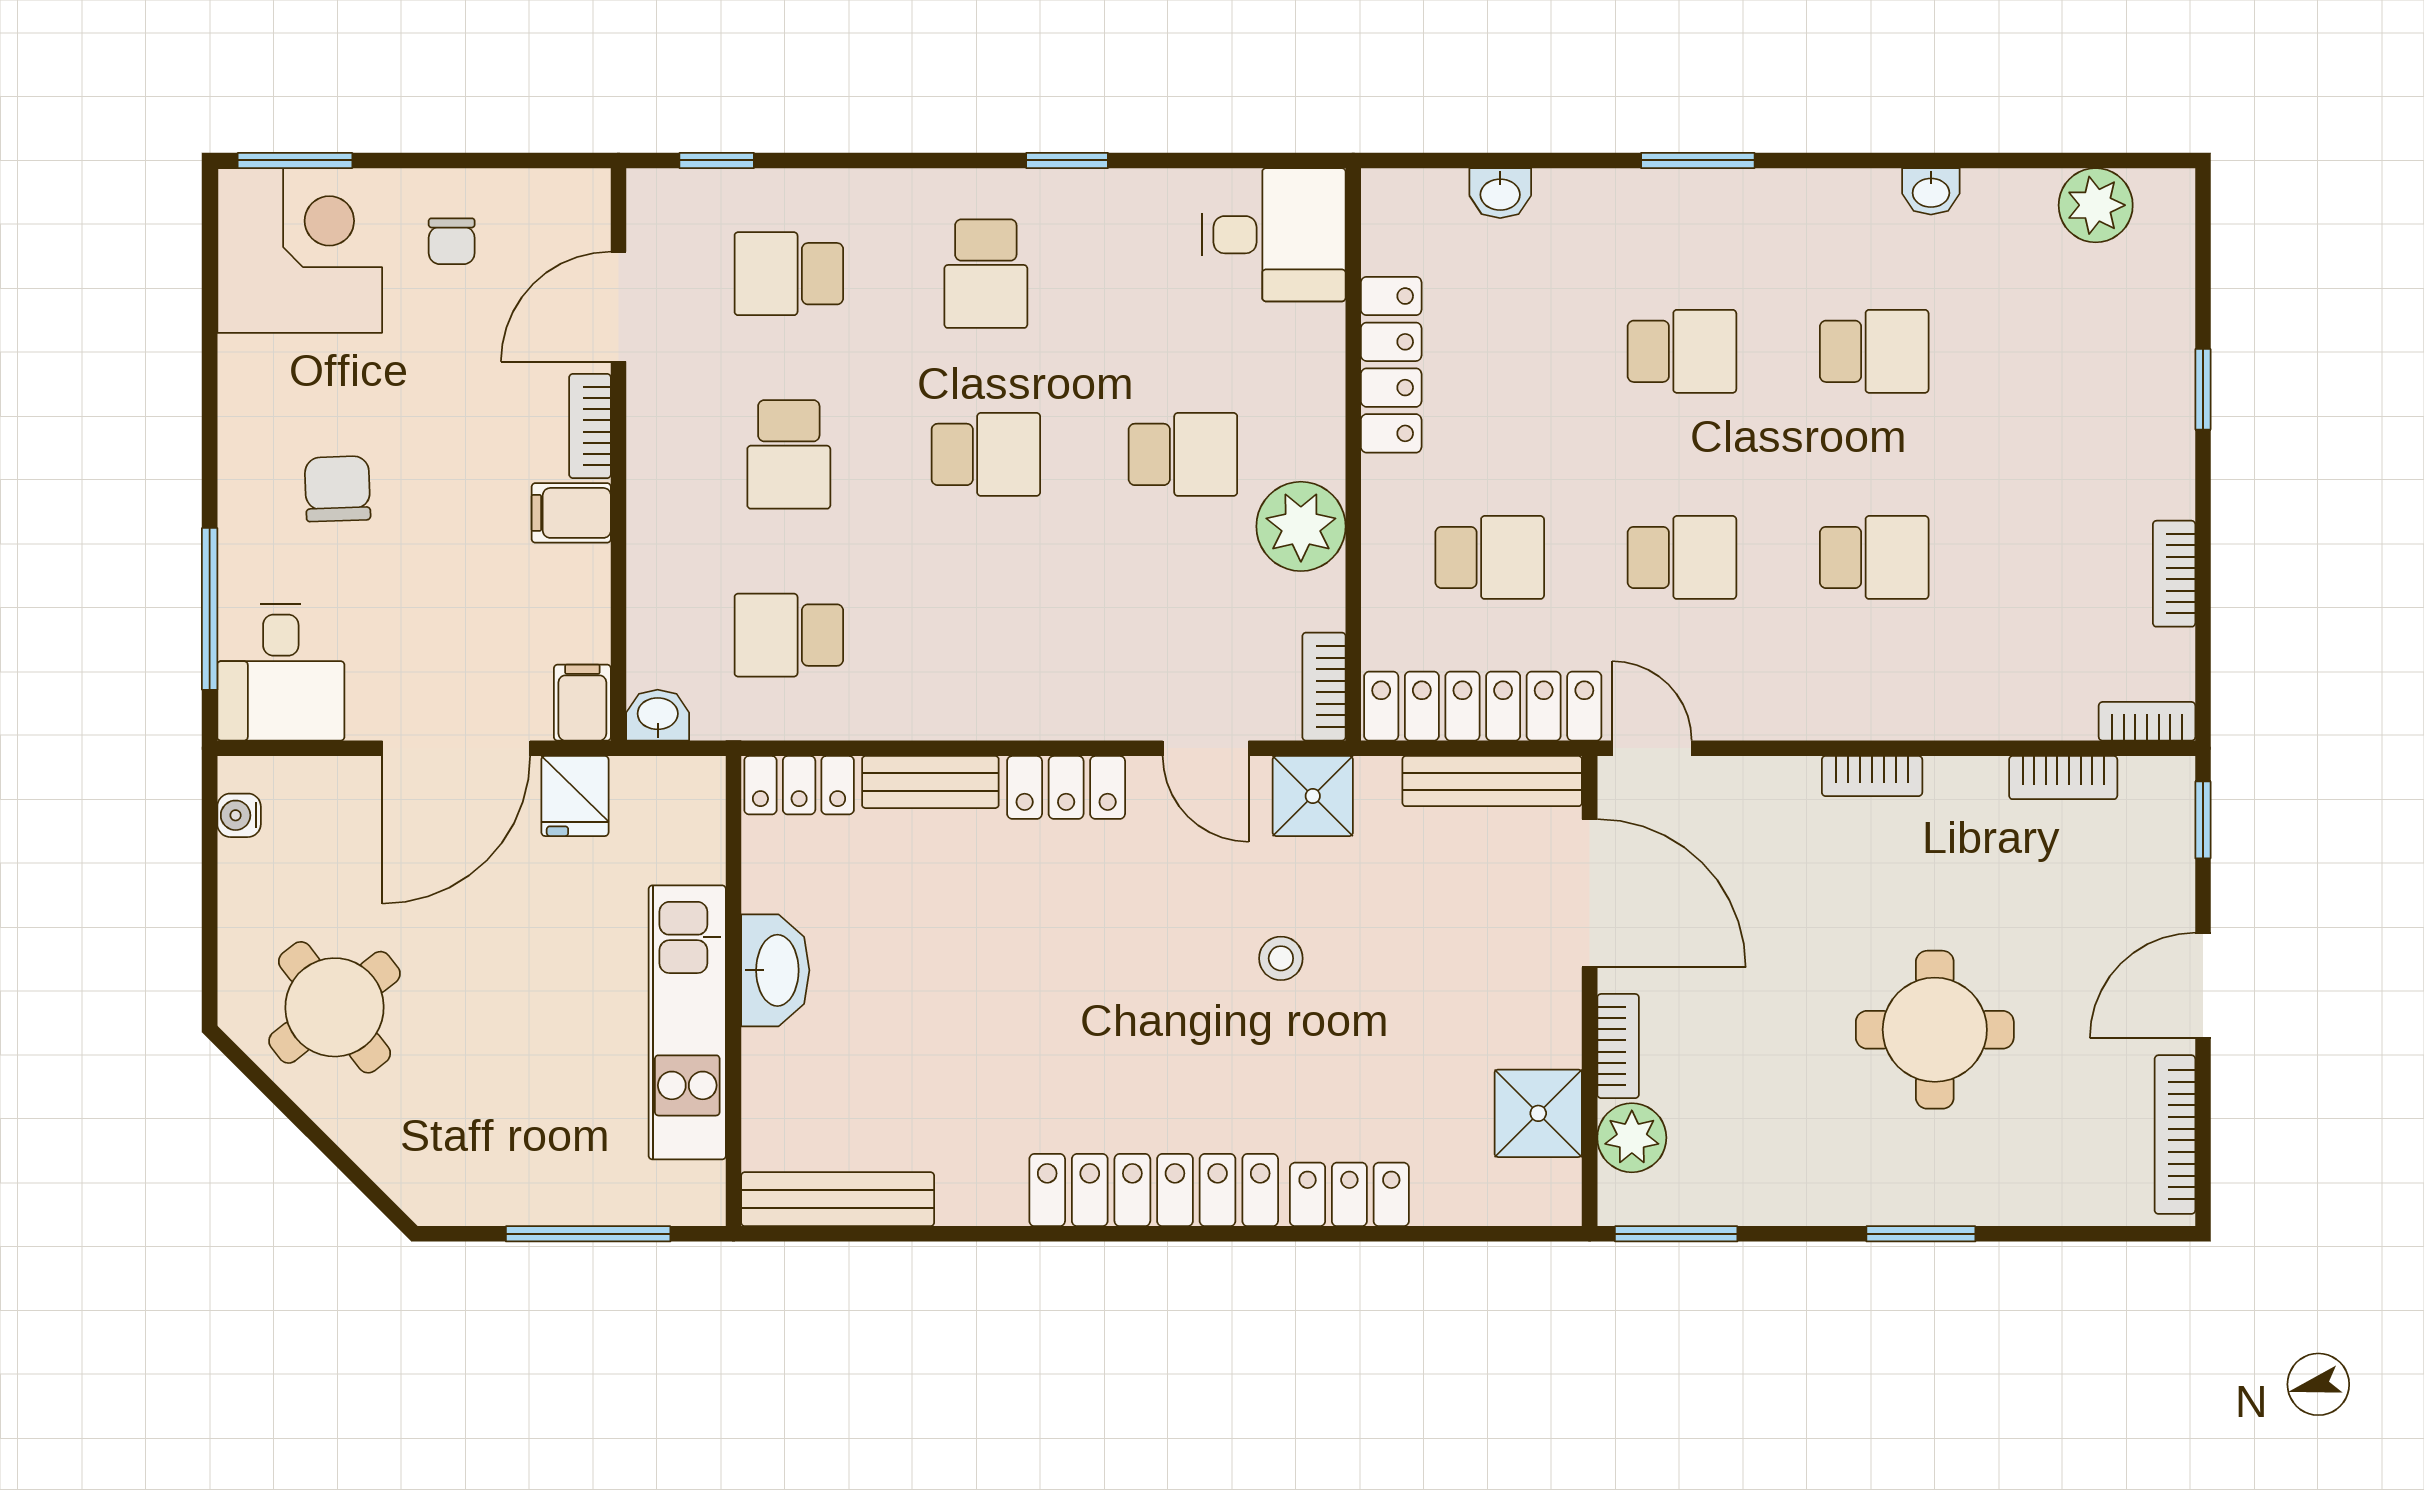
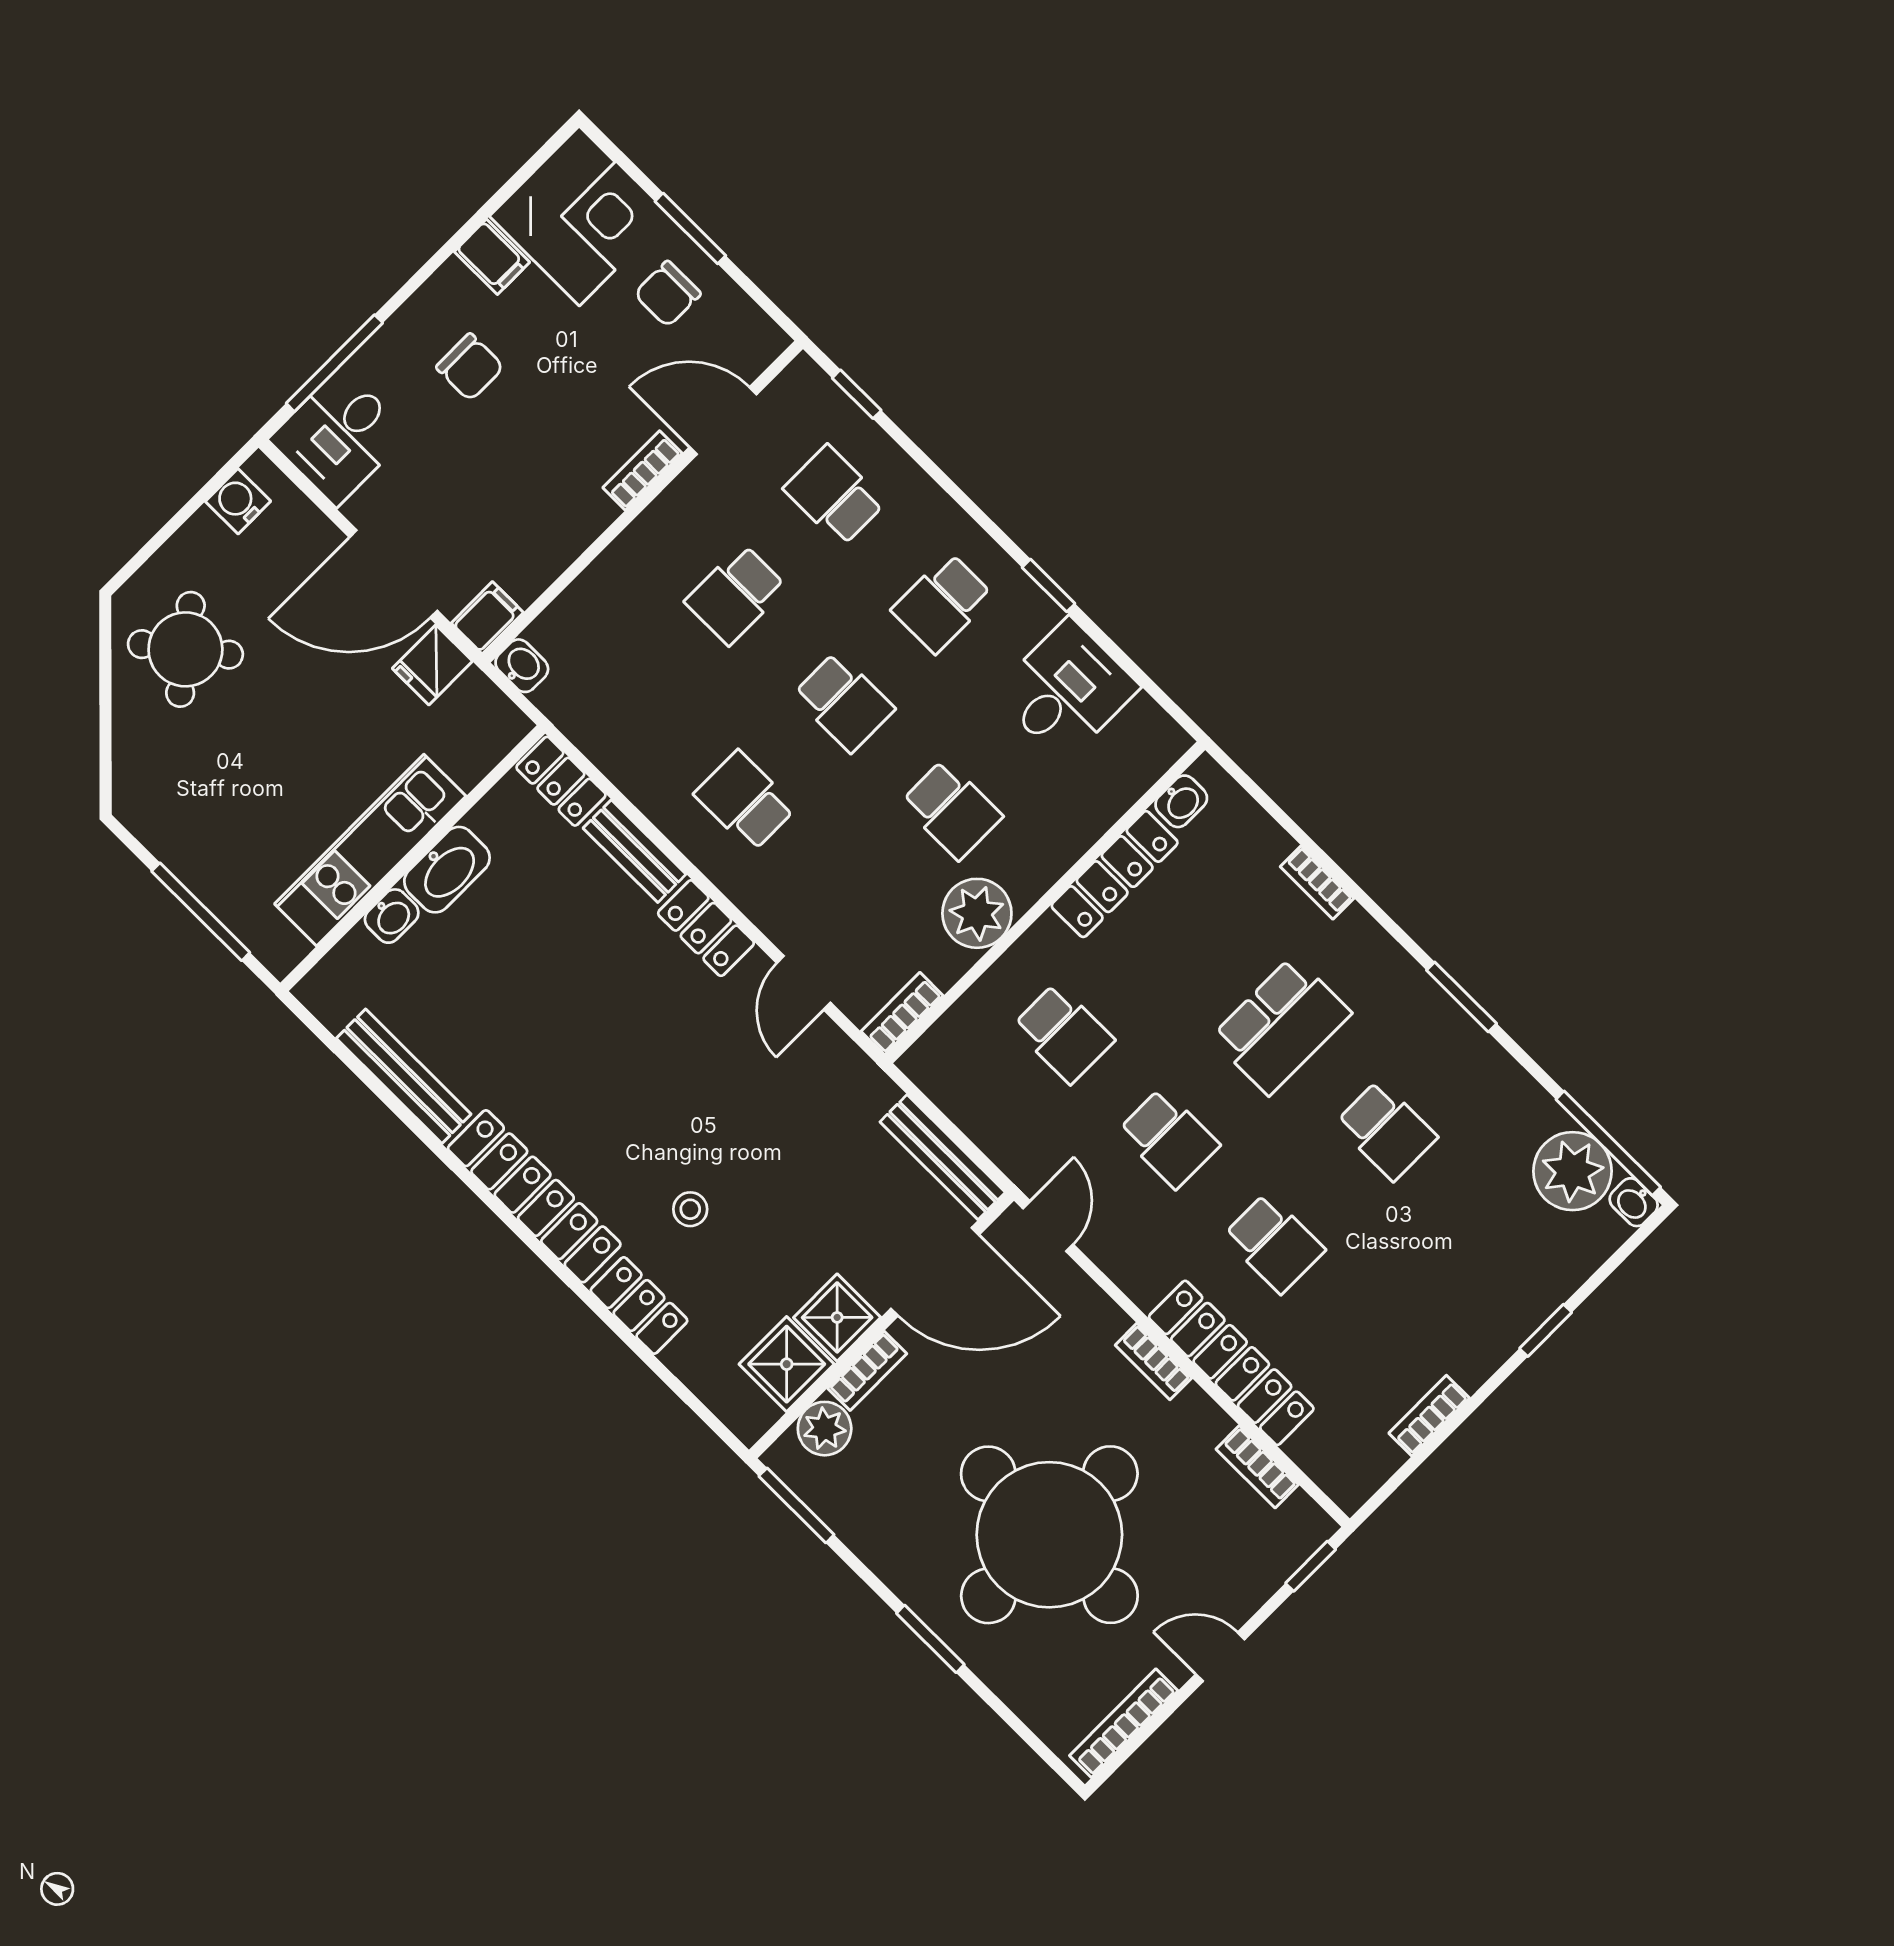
window: (295, 160) -> (690, 228), moved
window: (1698, 160) -> (1462, 997), moved
window: (2089, 160) -> (1608, 1143), added
washbasin: (1931, 191) -> (1634, 1202), moved
washbasin: (1500, 193) -> (1181, 801), moved, turned -90
plant: (2096, 205) -> (1573, 1171), width x1.36, depth x1.36
desk: (1274, 235) -> (1066, 690), moved, turned -90
chair: (452, 241) -> (668, 294), width x1.37, depth x1.37
school desk: (1682, 351) -> (1281, 1025), width x1.85
chair: (338, 489) -> (470, 367), turned 92
filing cabinet: (571, 513) -> (492, 257), moved, turned 180
school desk: (789, 635) -> (745, 801), moved
locker: (1483, 706) -> (1231, 1363), moved
bookcase: (2147, 721) -> (1317, 882), moved, turned 180
shower: (1313, 796) -> (837, 1317), moved
water cooler: (239, 815) -> (238, 501), width x1.38, depth x1.38
door: (1590, 893) -> (935, 1272), hinge flipped
stool: (1281, 958) -> (690, 1209), moved
door: (2203, 985) -> (1220, 1657), width x0.73
round table: (1935, 1030) -> (1049, 1535), width x1.86, depth x1.86
washbasin: (767, 1063) -> (392, 916), added
bench: (838, 1199) -> (404, 1076), moved

